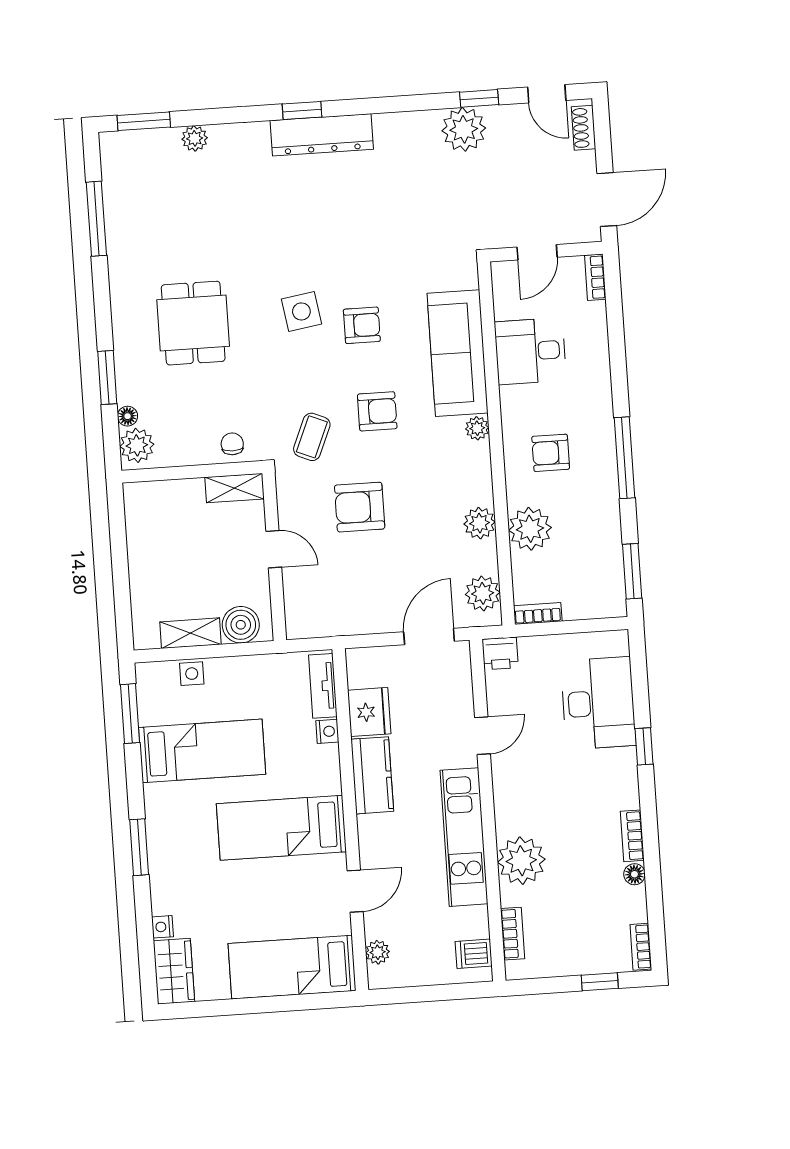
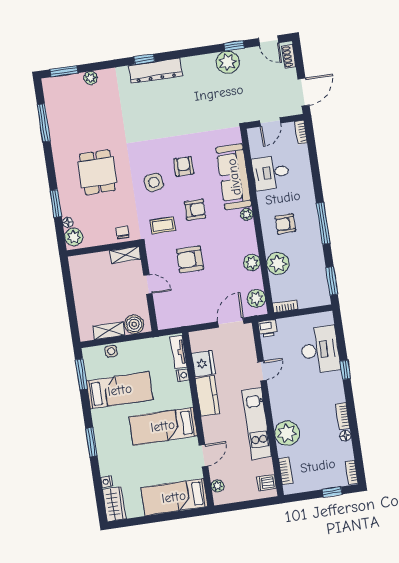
side table: (301, 311) -> (154, 182), moved
armchair: (362, 325) -> (184, 166), turned -90
coffee table: (312, 437) -> (163, 225), turned 67

